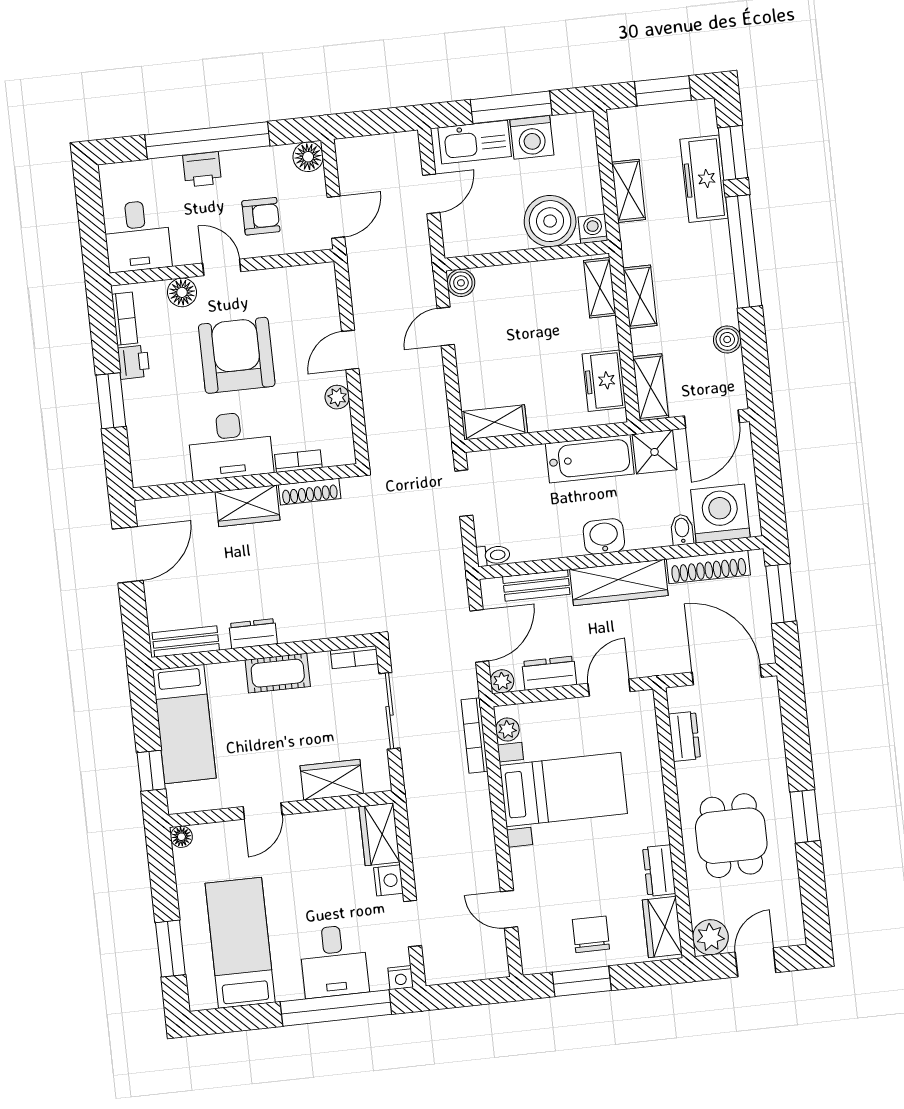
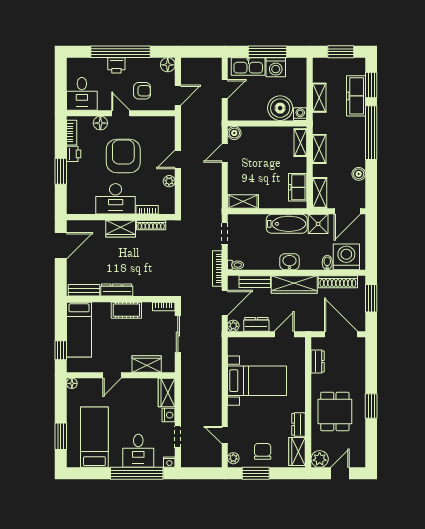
dresser: (253, 634) -> (117, 290), width x1.44
plant: (507, 730) -> (233, 458), moved
bookcase: (474, 736) -> (217, 269), moved

